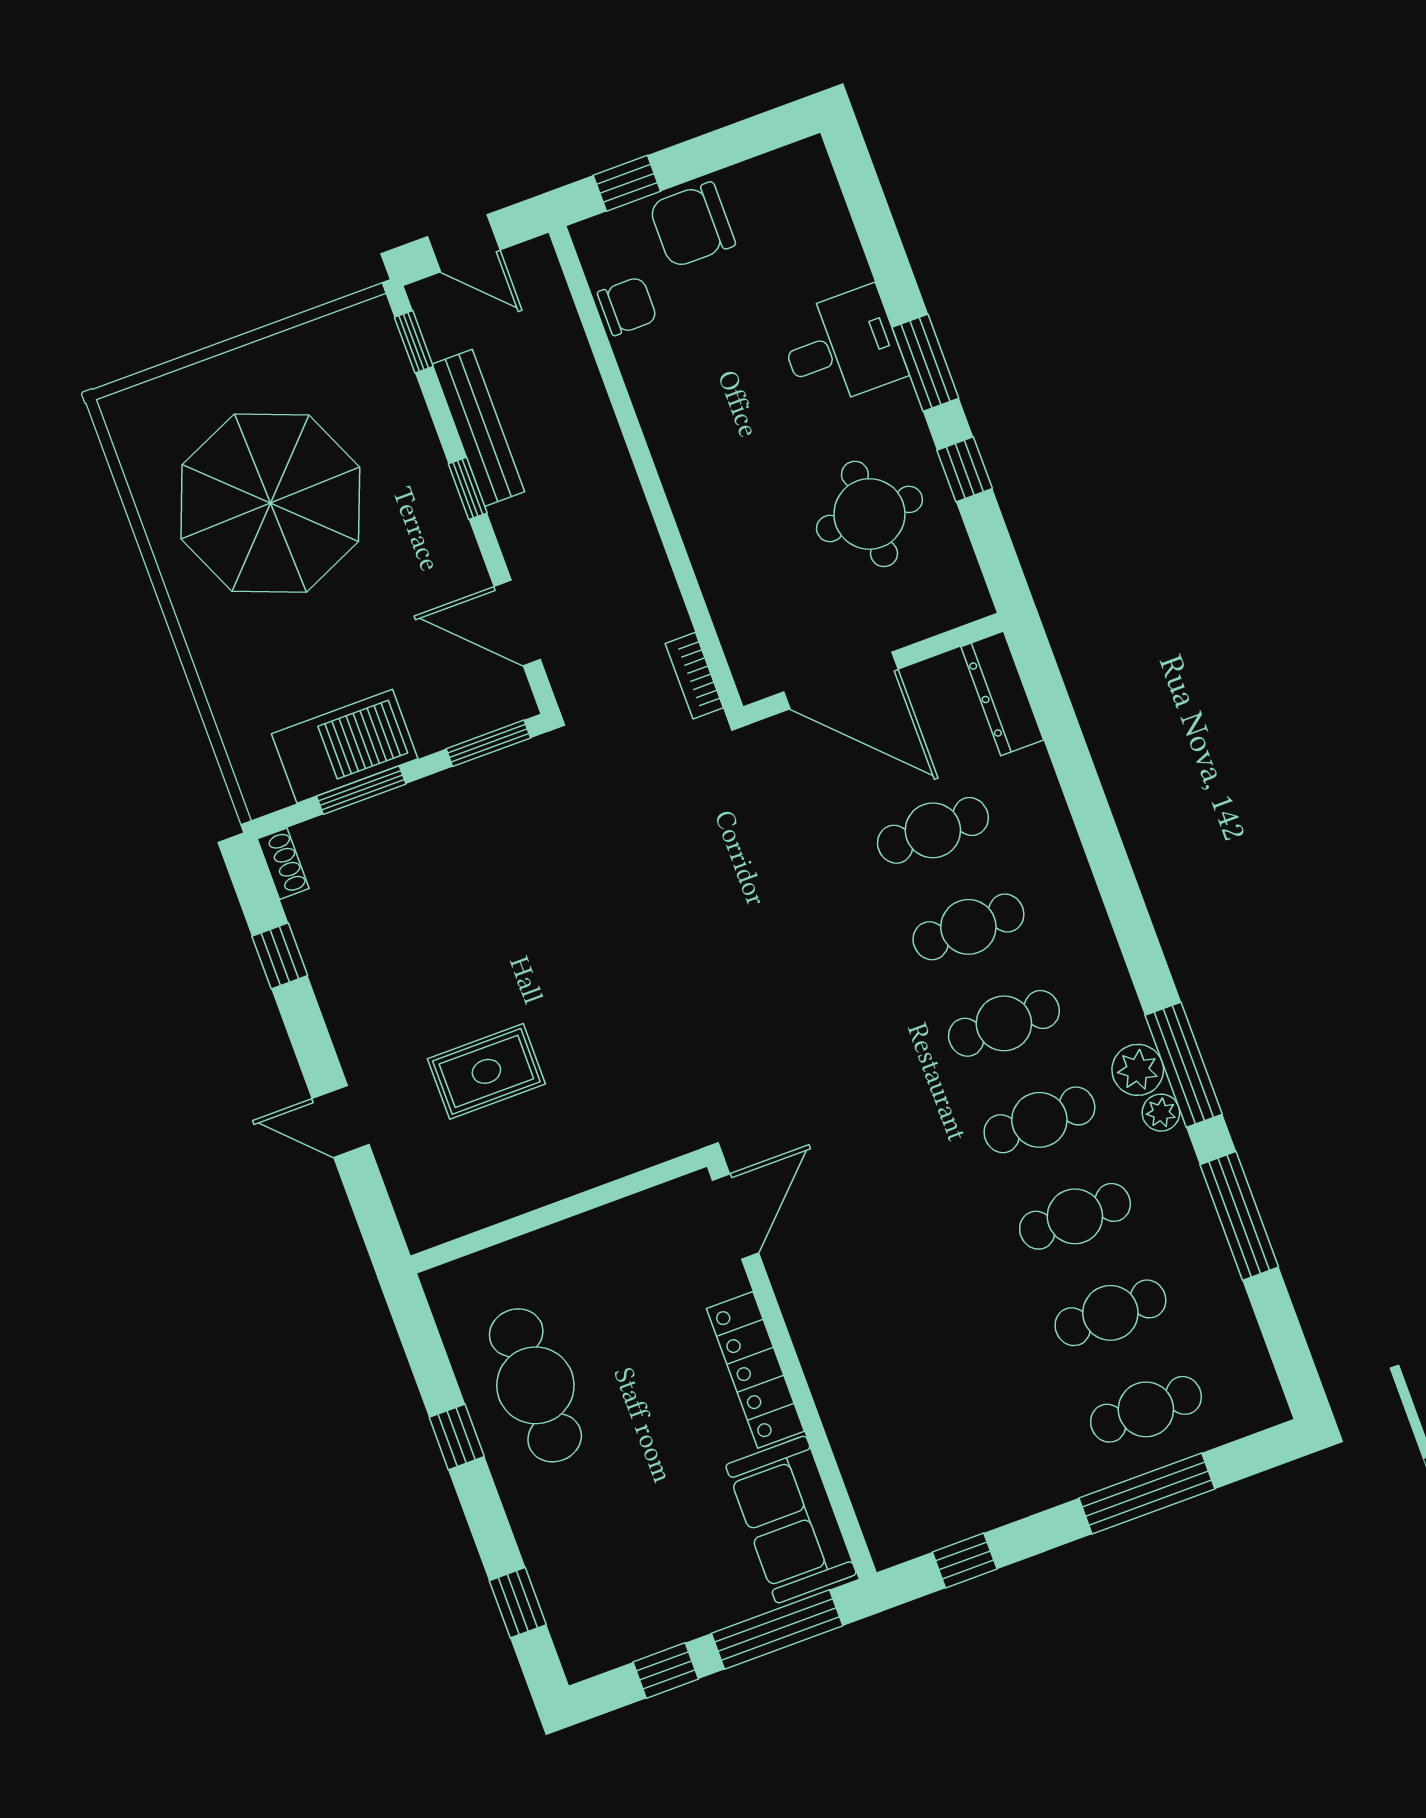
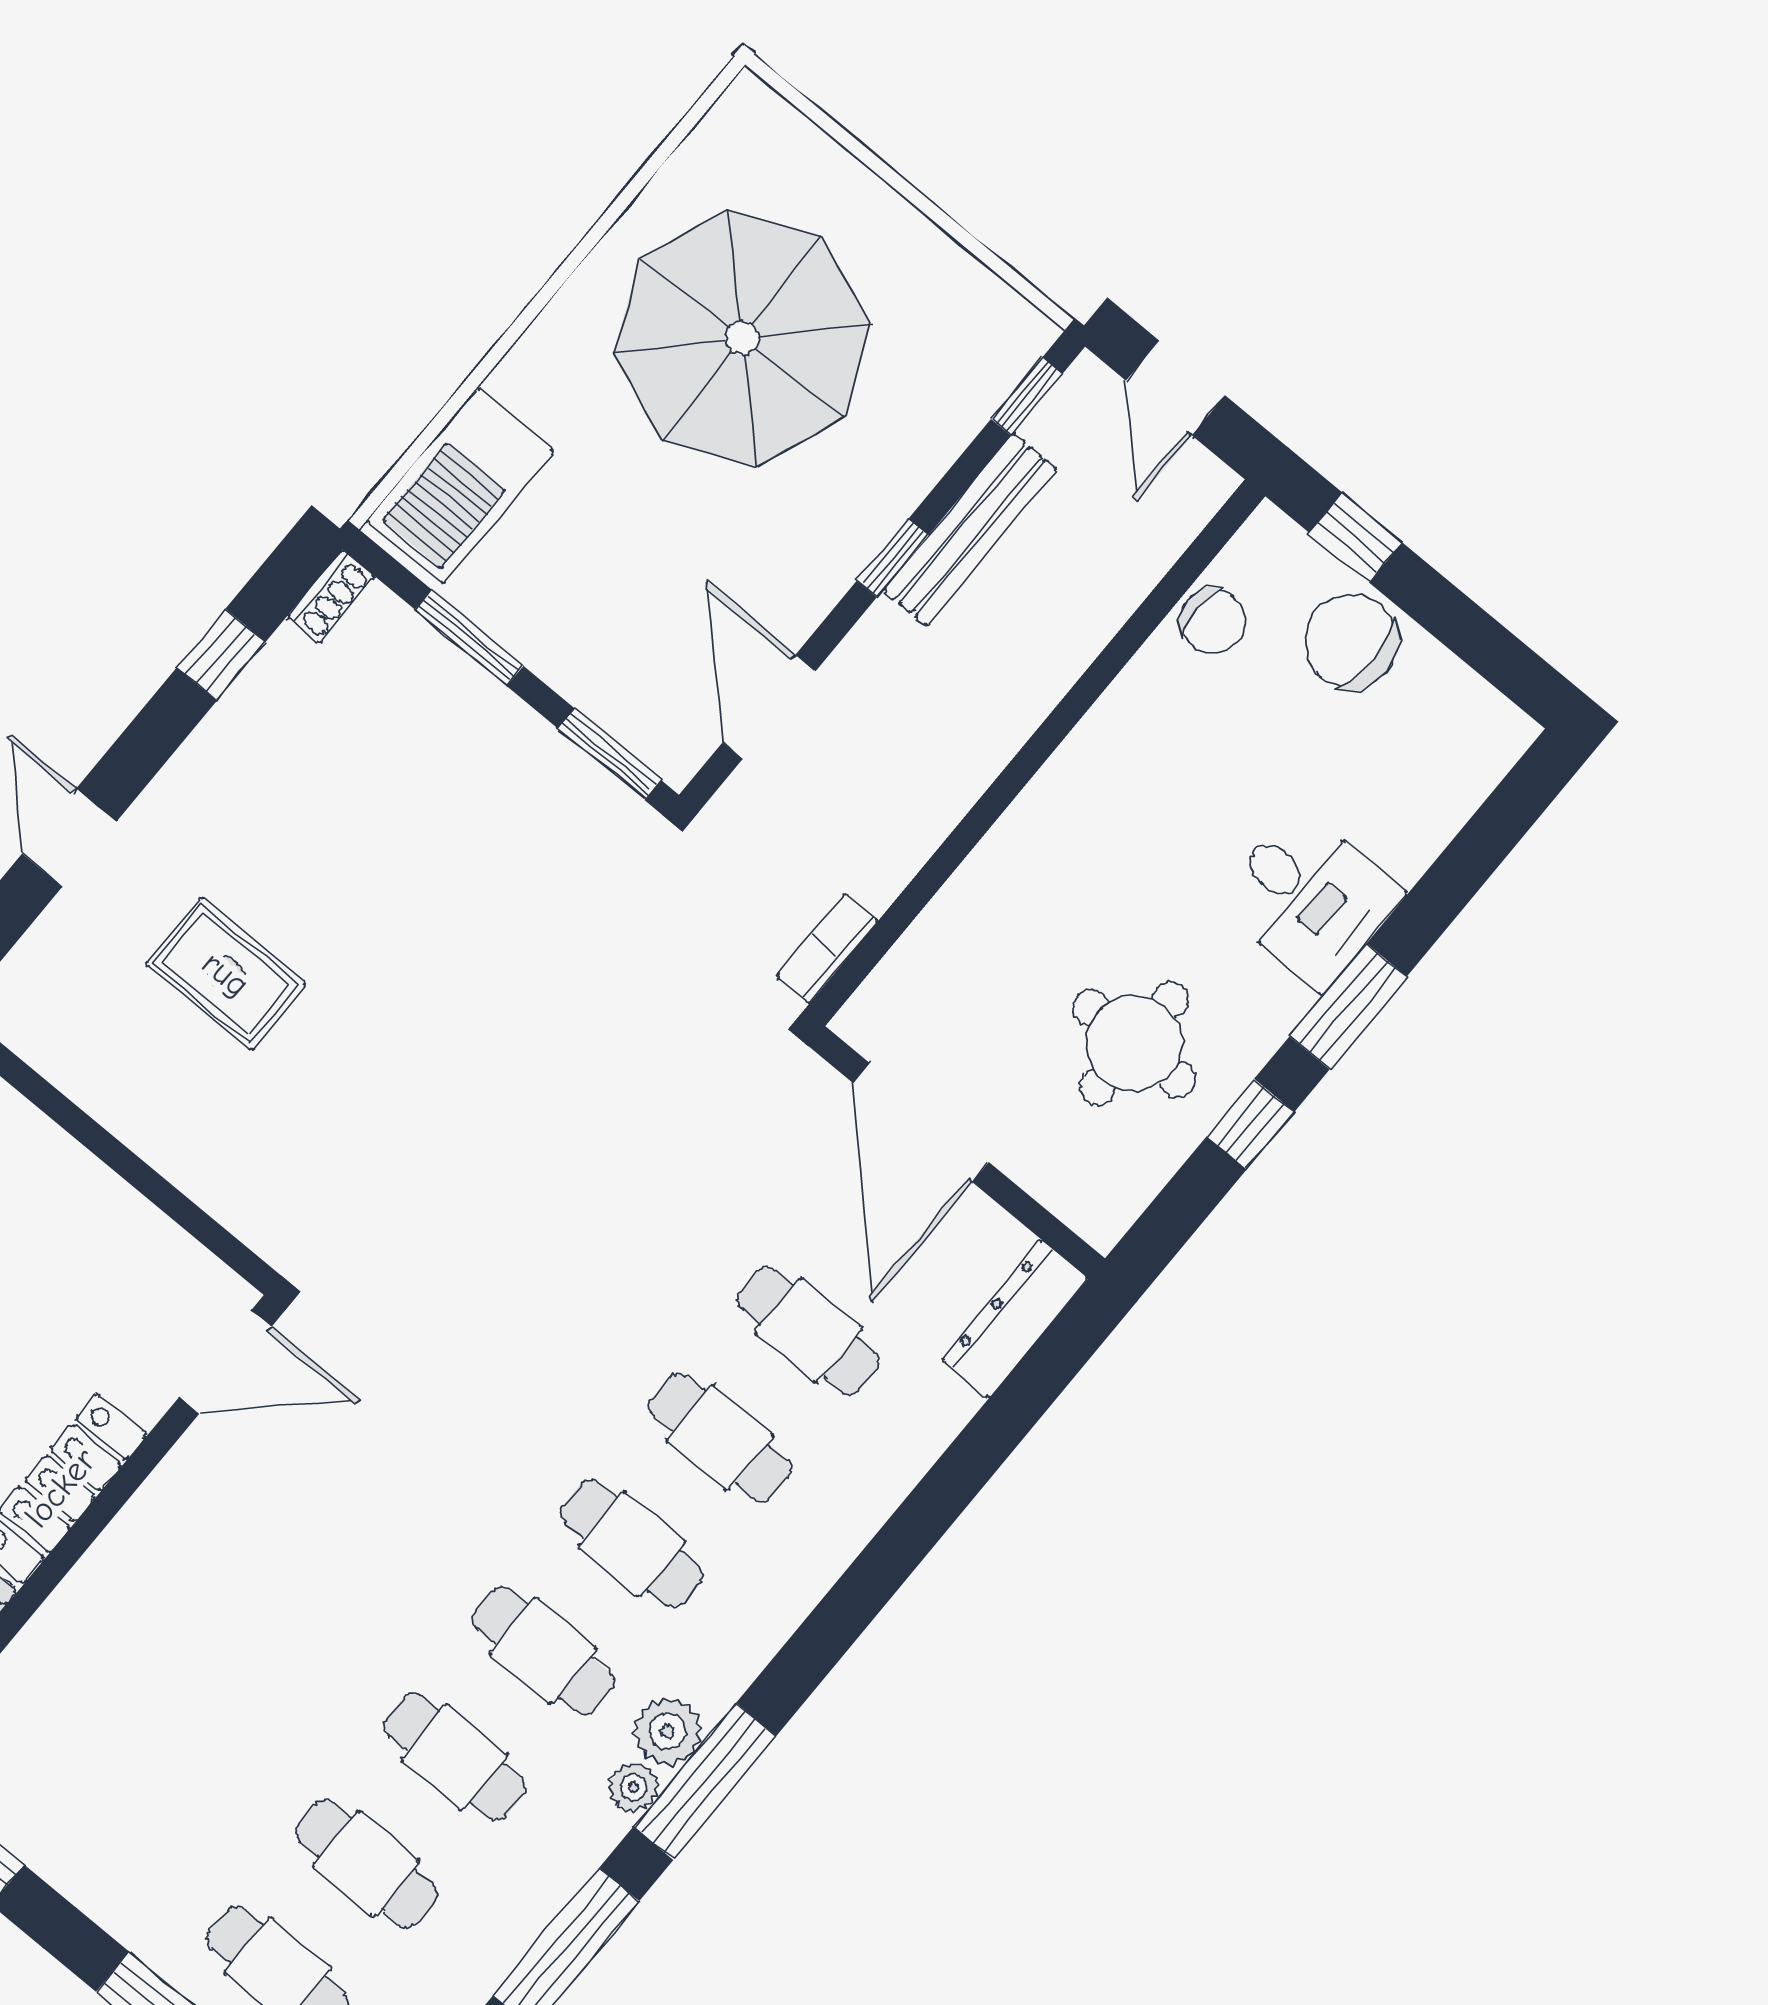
barbecue: (345, 746) -> (460, 486), moved, turned 90

